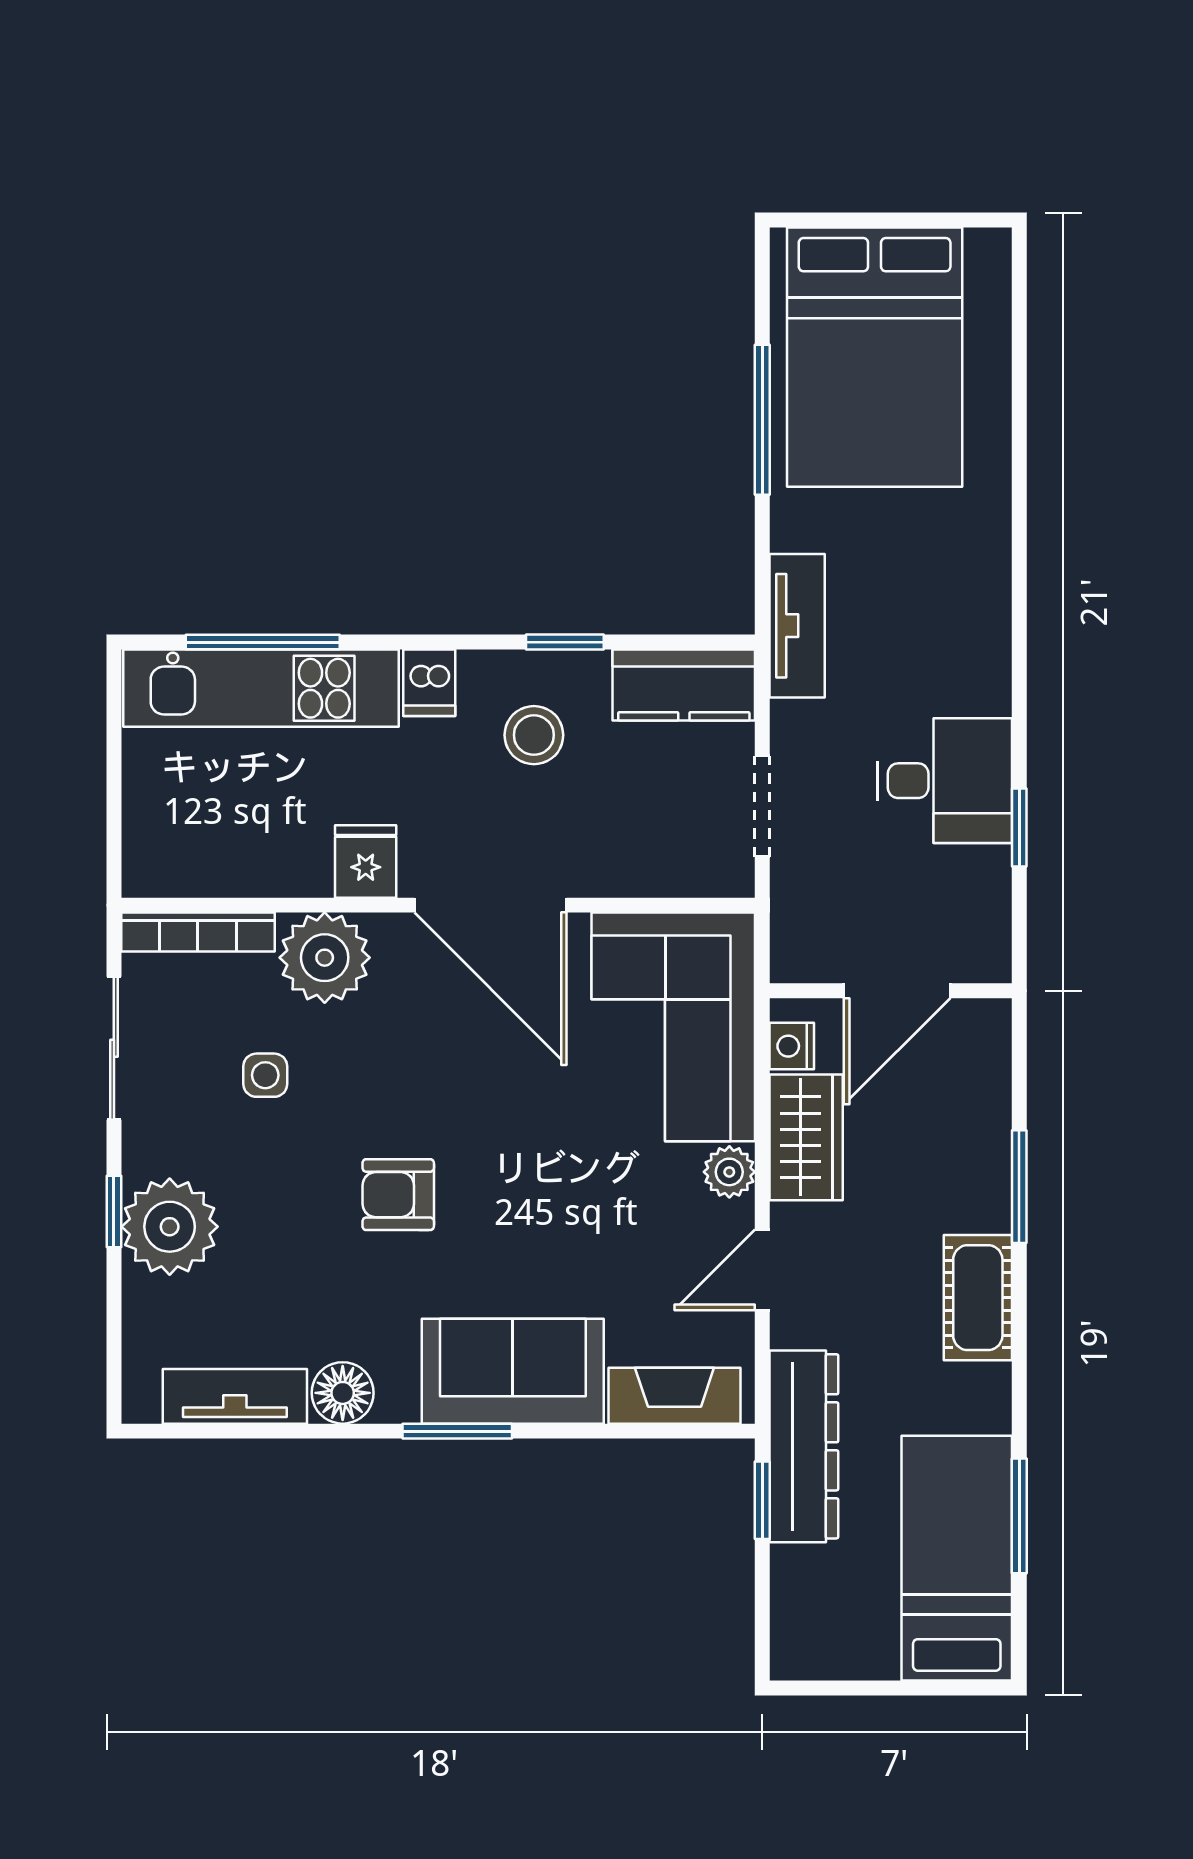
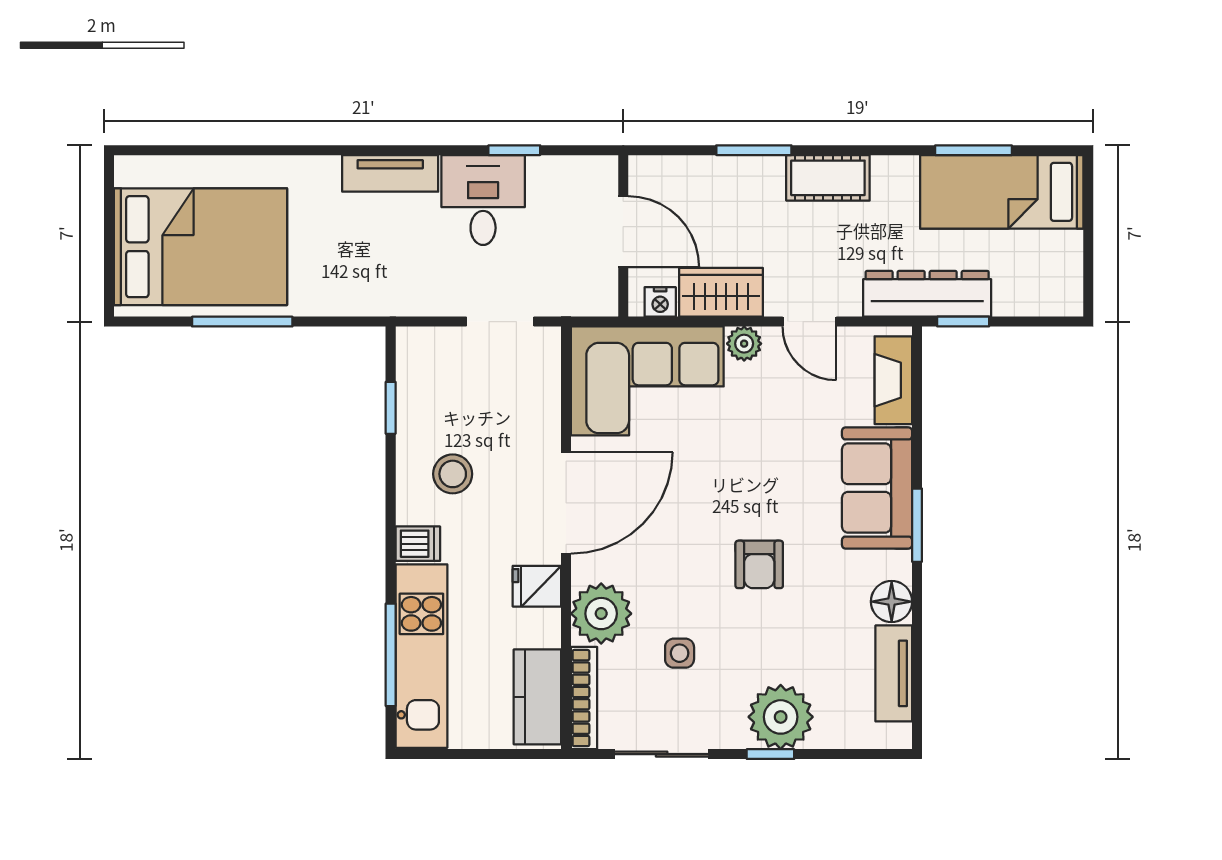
tv unit: (797, 626) -> (390, 173), moved, turned 180
window: (565, 642) -> (391, 408), moved
kitchen counter: (684, 685) -> (537, 697), moved, turned 180

